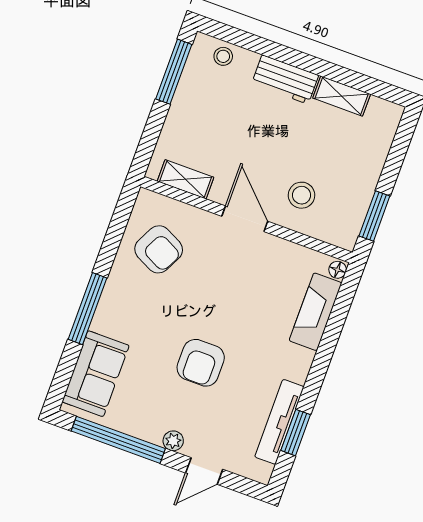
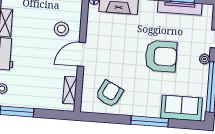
armchair: (201, 363) -> (161, 56), width x1.36, depth x1.36

